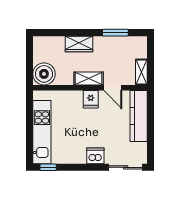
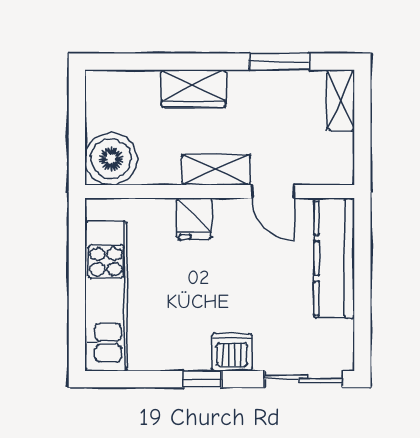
shelving: (141, 72) -> (341, 100), moved
fridge: (91, 99) -> (194, 219), moved
window: (48, 167) -> (202, 379), moved

